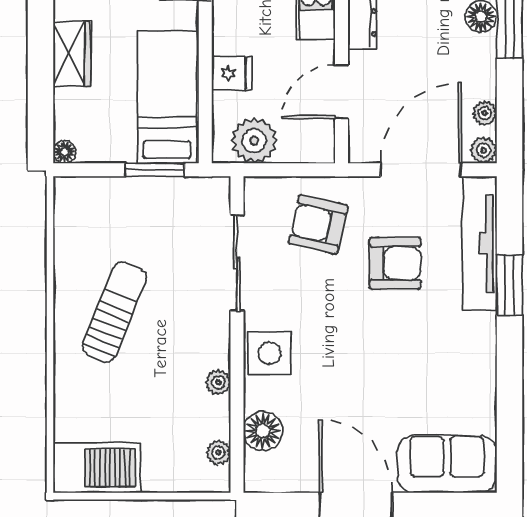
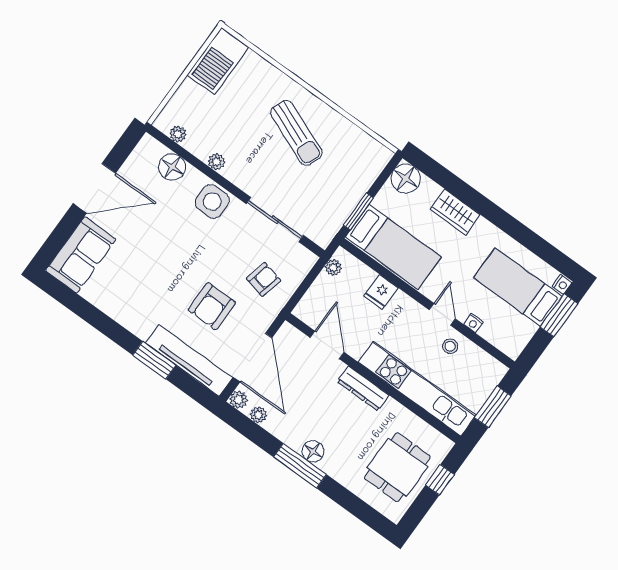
plant: (254, 141) -> (333, 268), width x0.53, depth x0.53
floor lamp: (65, 152) -> (406, 179), width x1.89, depth x1.89
armchair: (318, 224) -> (264, 279), width x0.72, depth x0.72

